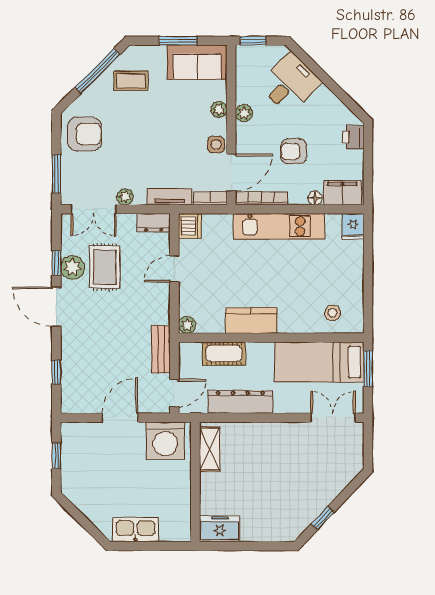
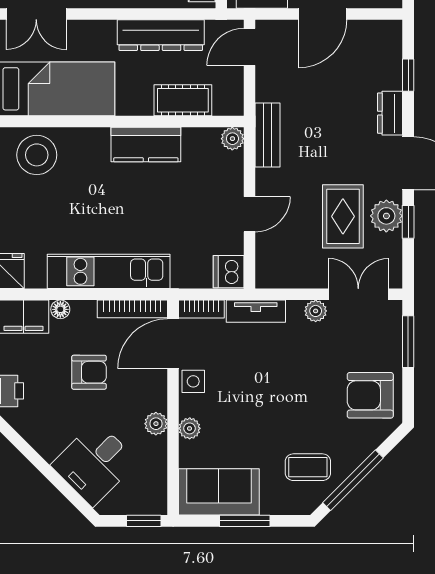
dresser: (154, 223) -> (390, 113), moved, turned -90
stool: (333, 313) -> (37, 155), width x1.89, depth x1.89
bench: (161, 349) -> (267, 135), moved

